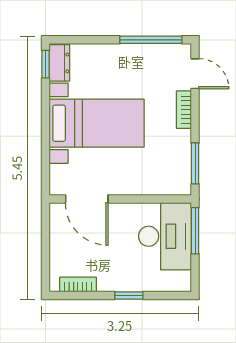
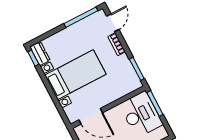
door: (195, 74) -> (113, 23), hinge flipped

